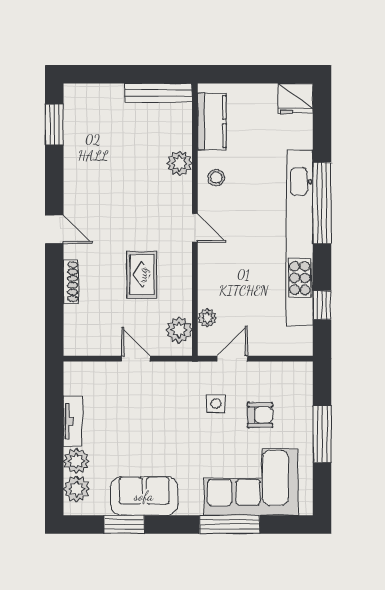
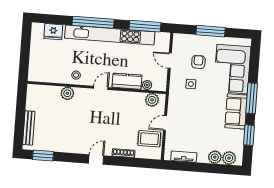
bench: (159, 93) -> (29, 128), moved
fridge: (295, 99) -> (53, 32), moved, turned 90
kitchen counter: (212, 122) -> (127, 81), moved
rug: (142, 275) -> (149, 139), moved
window: (322, 305) -> (145, 26), width x2.17
door: (232, 359) -> (170, 61), moved
tv unit: (73, 421) -> (184, 157), moved
sofa: (144, 496) -> (236, 111), moved
window: (229, 524) -> (252, 98), moved

